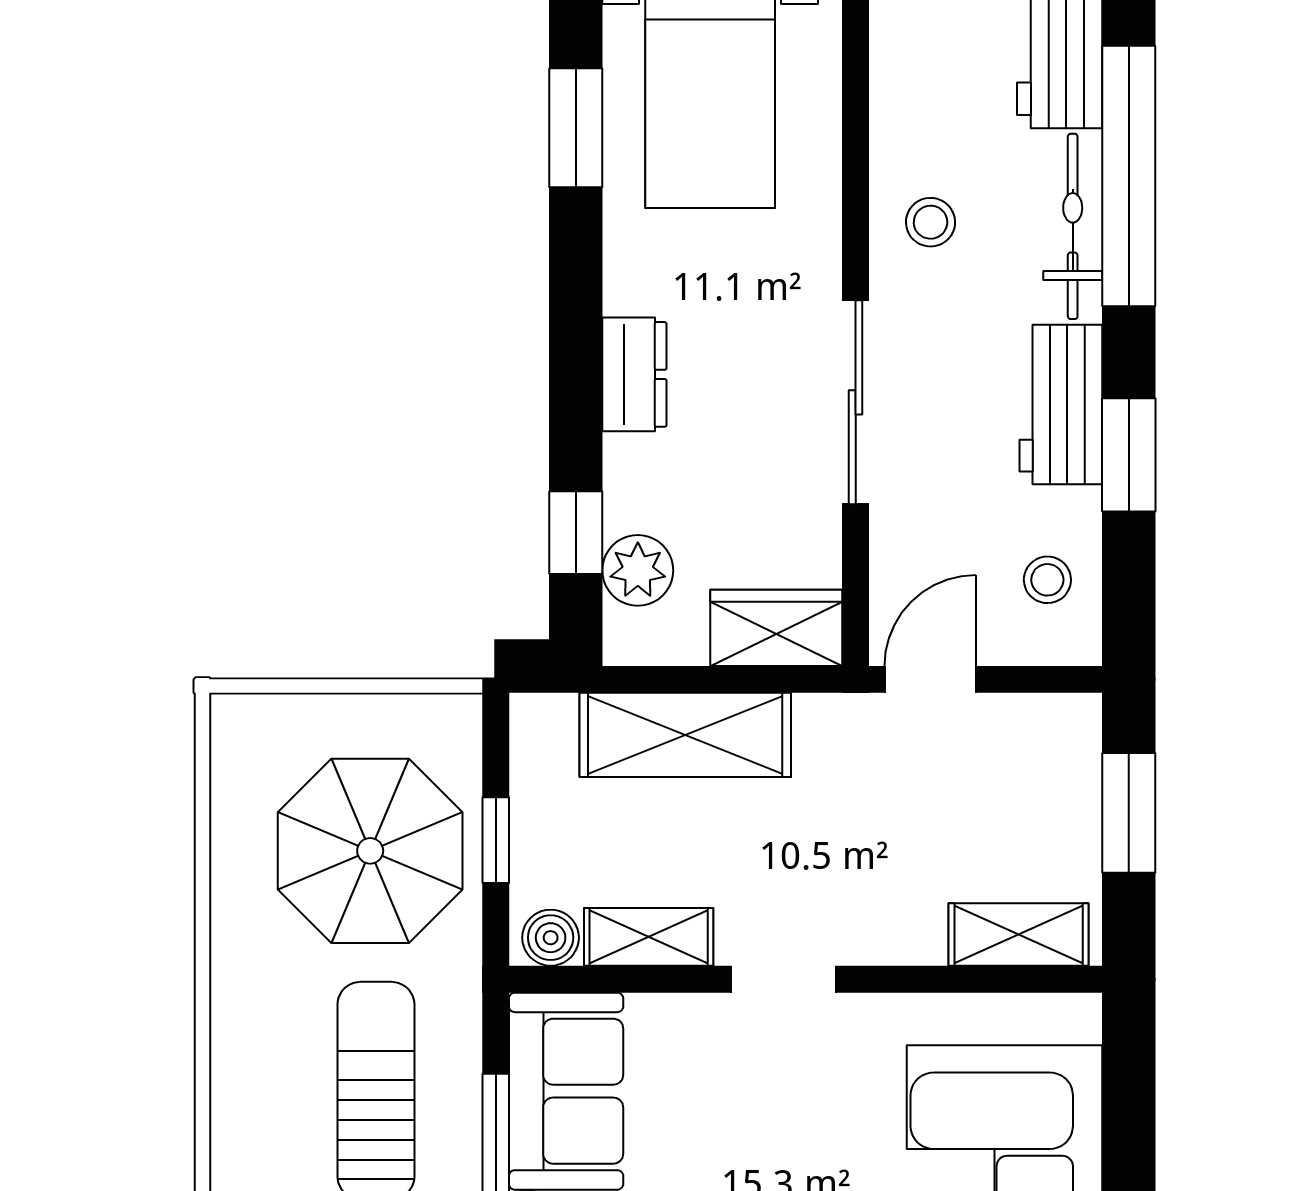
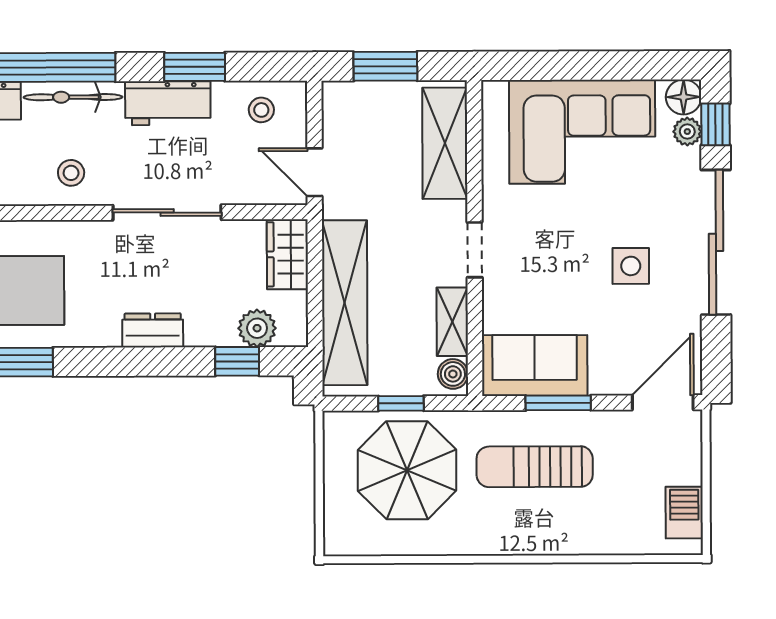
shelving: (685, 735) -> (345, 303), width x1.47
shelving: (1019, 934) -> (445, 143), width x1.50, depth x1.33

